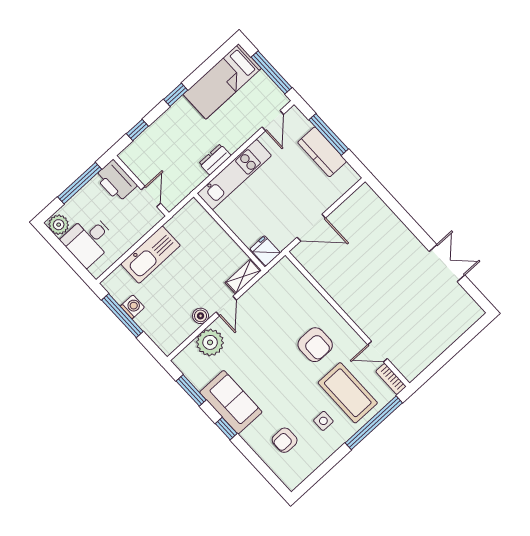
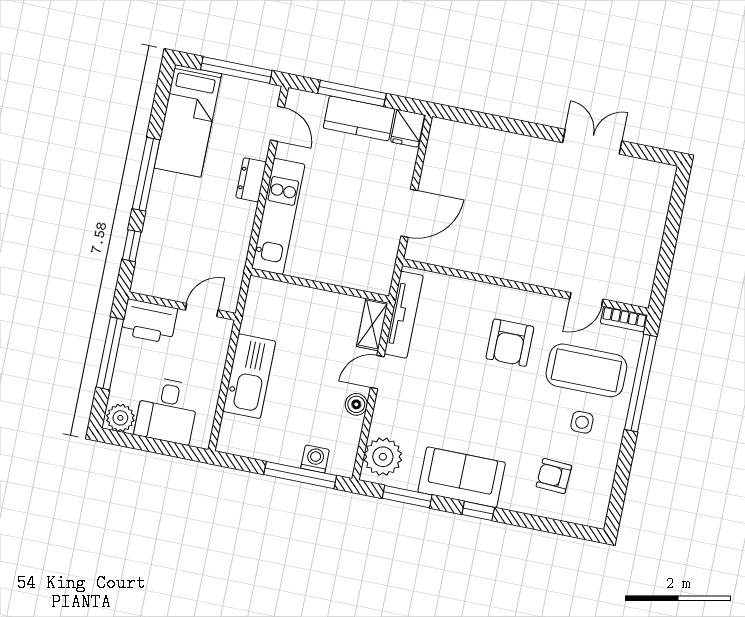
window: (176, 95) -> (146, 174), width x2.17
dresser: (215, 159) -> (251, 180), moved
door: (151, 196) -> (202, 310), hinge flipped
fridge: (265, 251) -> (407, 128), moved, turned -90
tv unit: (266, 284) -> (404, 315), added
door: (226, 306) -> (377, 372), swing flipped
washing machine: (132, 307) -> (315, 459), moved
window: (122, 316) -> (300, 475), moved
plant: (210, 342) -> (383, 457), moved
armchair: (315, 345) -> (510, 343), turned 90
armchair: (285, 440) -> (554, 476), turned 93

